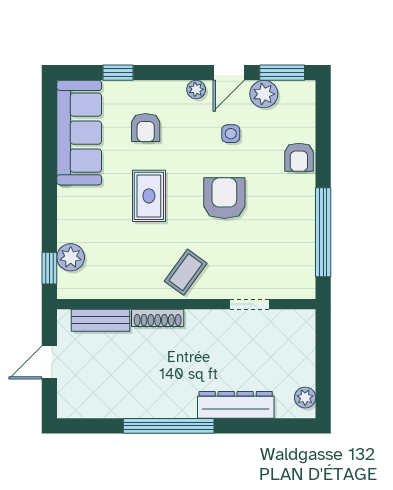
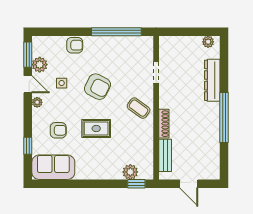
sofa: (79, 133) -> (53, 167), width x0.73
armchair: (224, 198) -> (97, 87), turned -153

